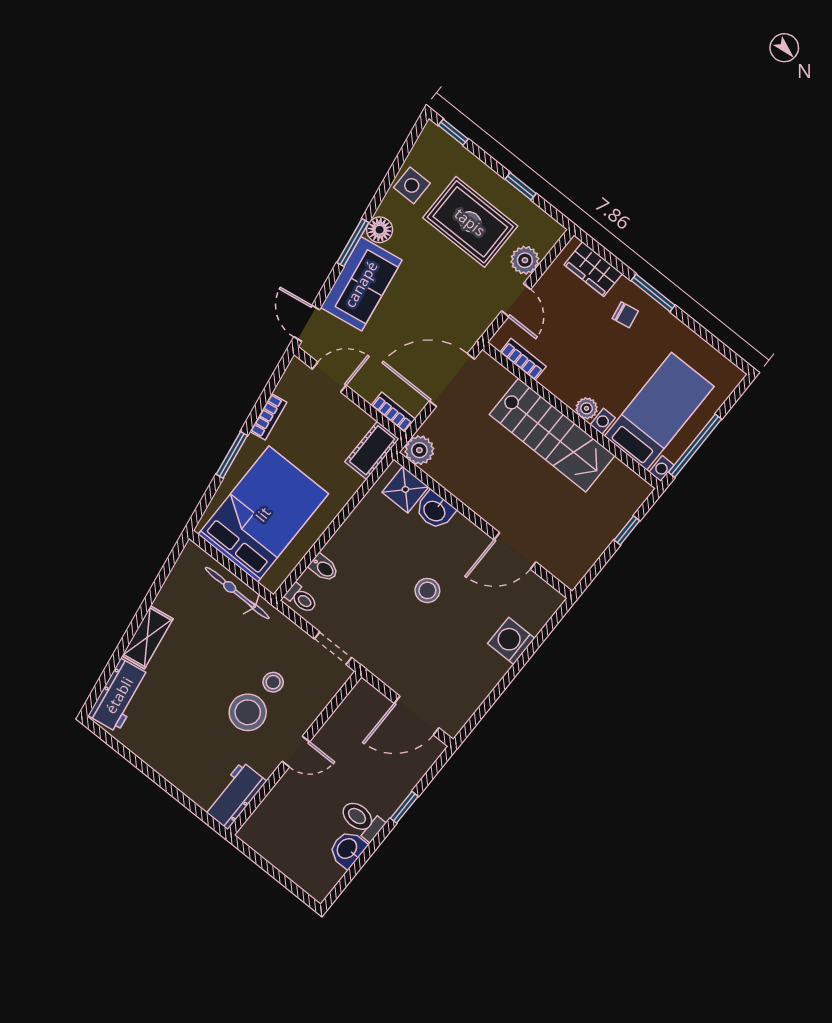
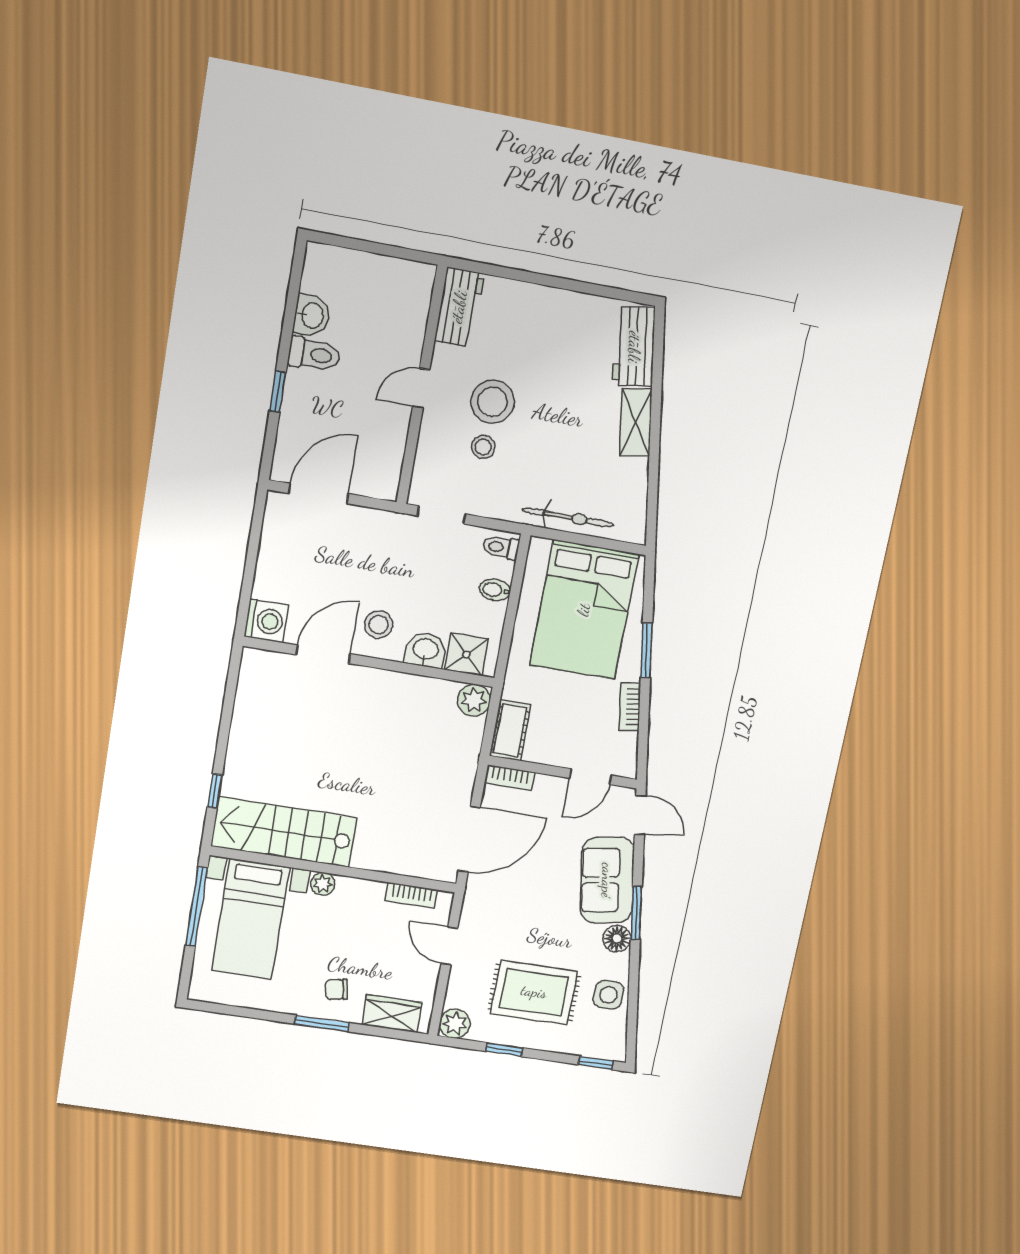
plant: (525, 260) -> (455, 1024), moved
stairs: (552, 435) -> (284, 832), moved
plant: (419, 450) -> (474, 700), moved
shower: (405, 489) -> (466, 654), moved
washbasin: (435, 510) -> (426, 650), moved
wall: (483, 525) -> (369, 662), moved
door: (515, 551) -> (323, 654), moved

